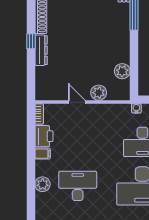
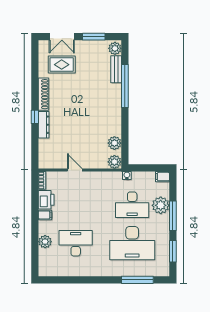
plant: (99, 93) -> (114, 162), moved

